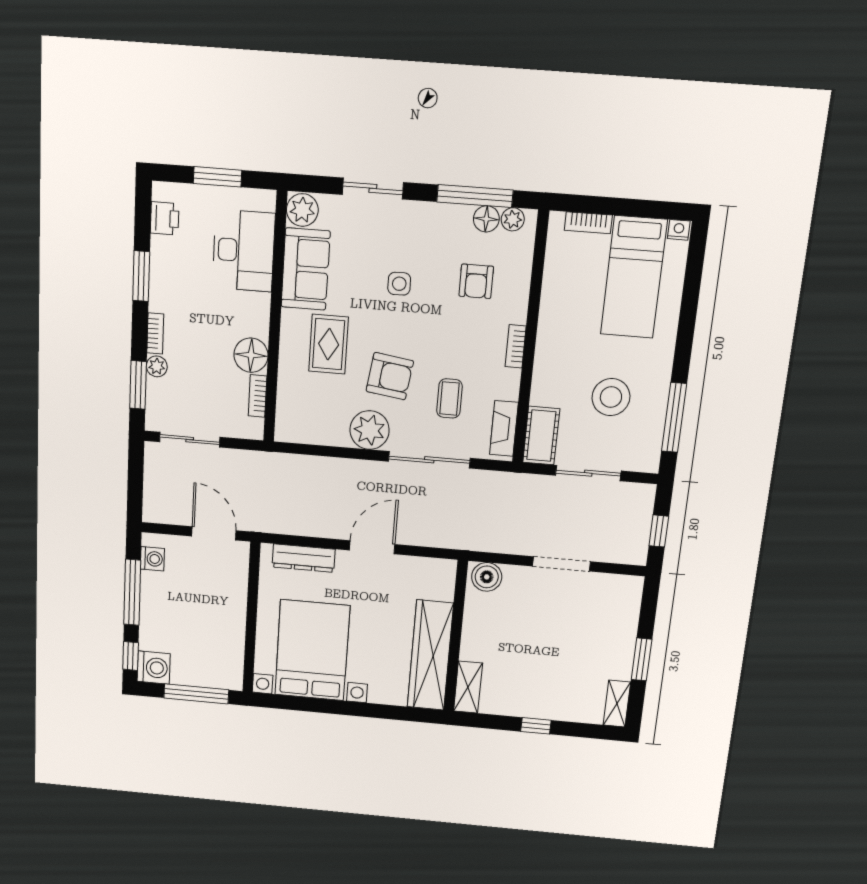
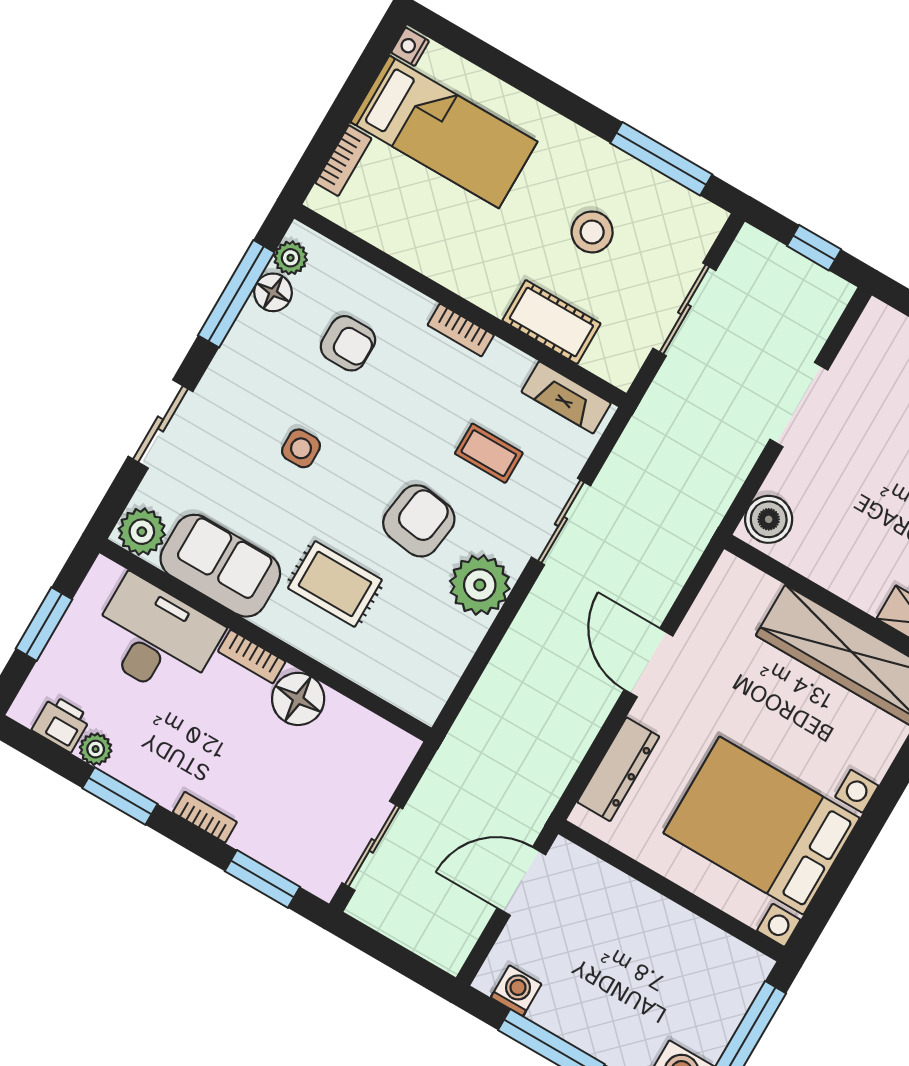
plant: (157, 366) -> (96, 749), moved
bookcase: (258, 396) -> (252, 657), moved
stool: (611, 397) -> (592, 232), width x0.73, depth x0.73
cot: (541, 436) -> (551, 322), moved
sliding door: (429, 460) -> (561, 521), width x0.73

